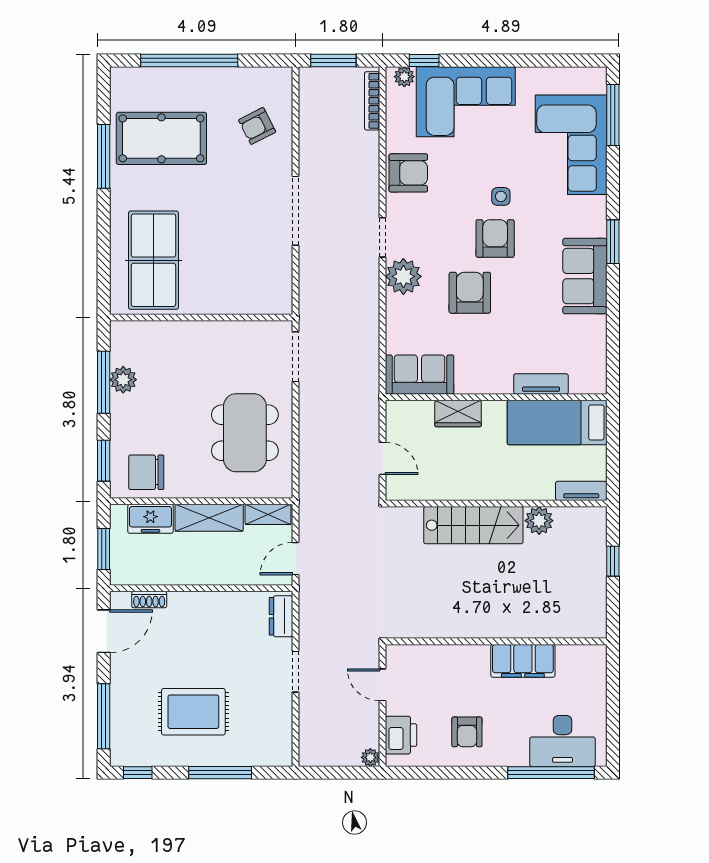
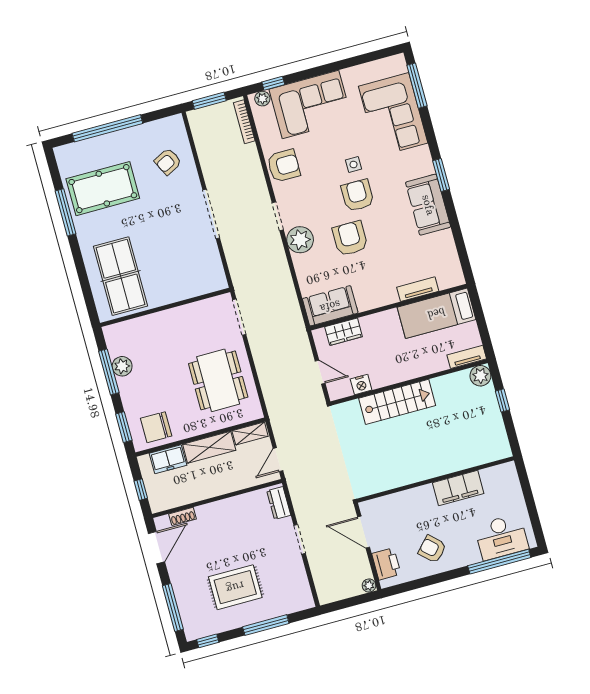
wardrobe: (458, 413) -> (344, 332), moved
nightstand: (432, 489) -> (361, 384), added
plant: (539, 521) -> (480, 376), moved
window: (104, 549) -> (141, 490), width x0.67
door: (382, 685) -> (364, 532), width x1.38
armchair: (467, 732) -> (432, 549), turned 133

